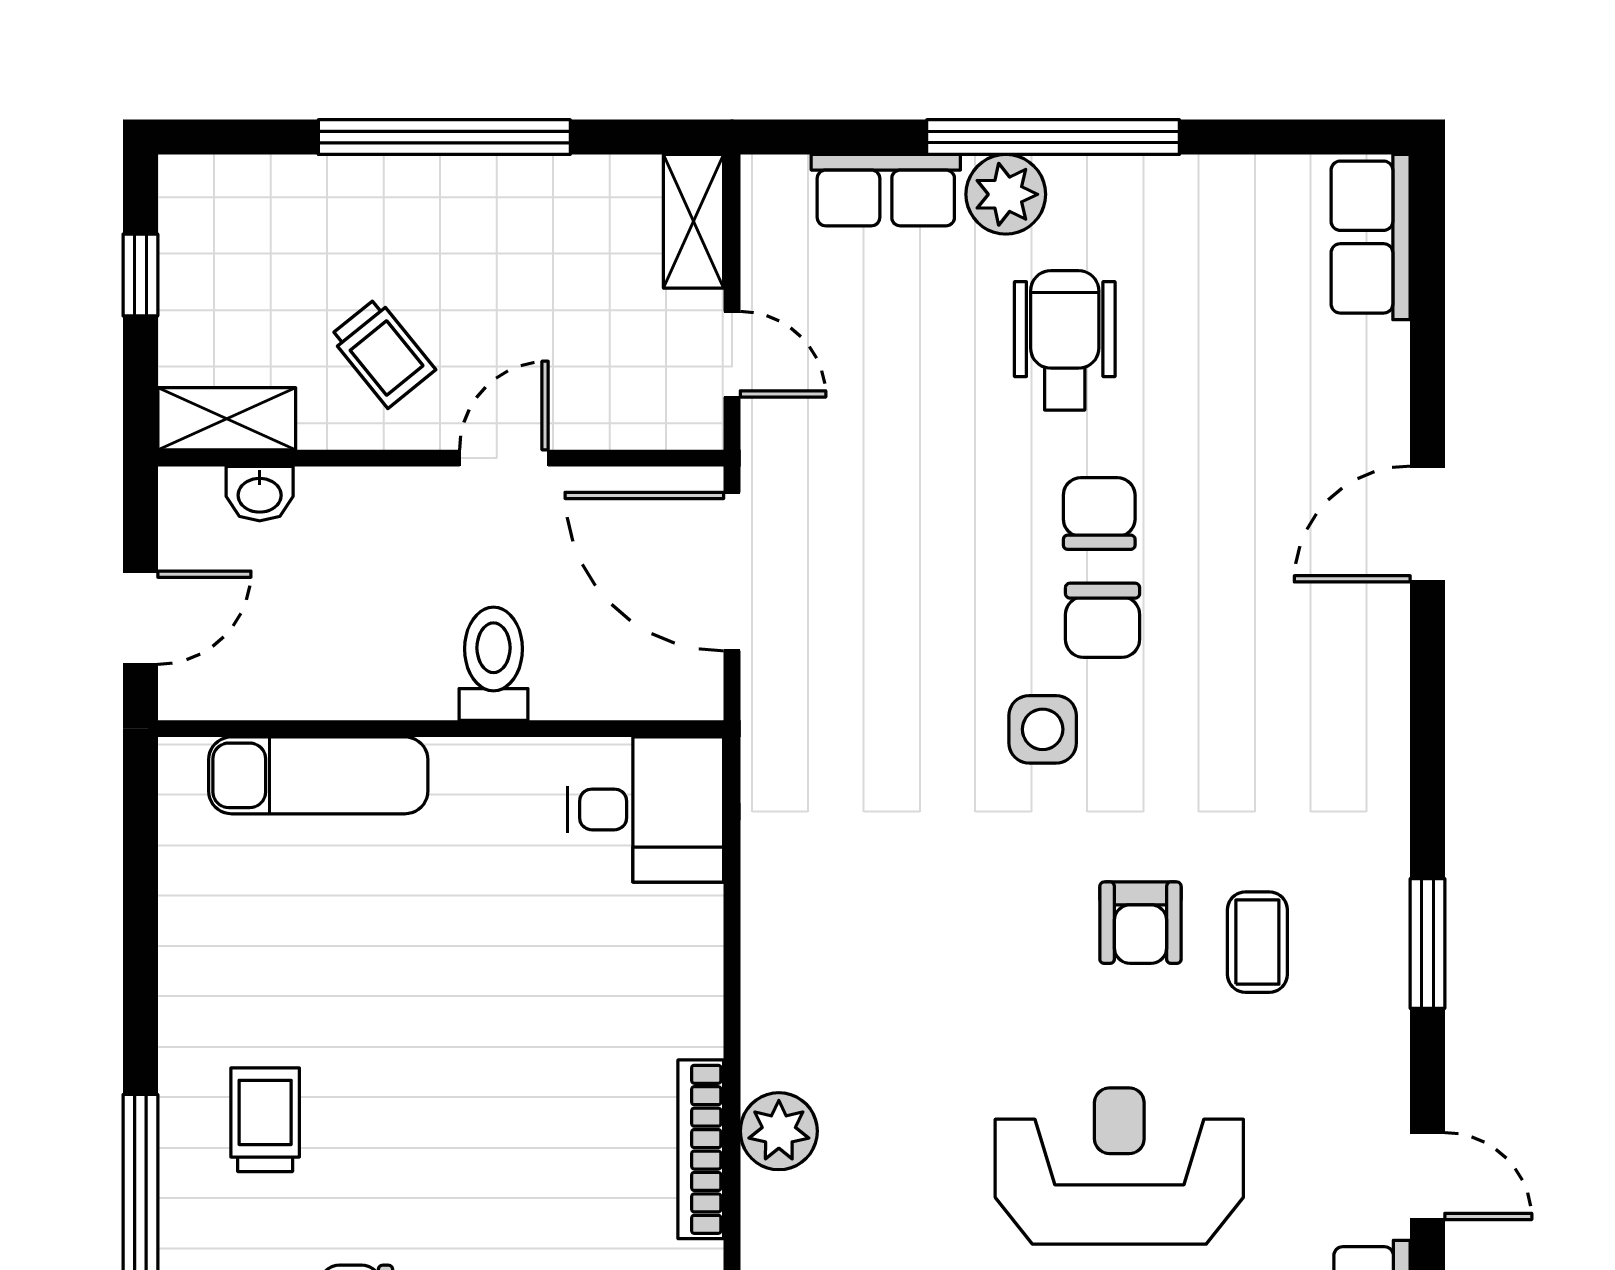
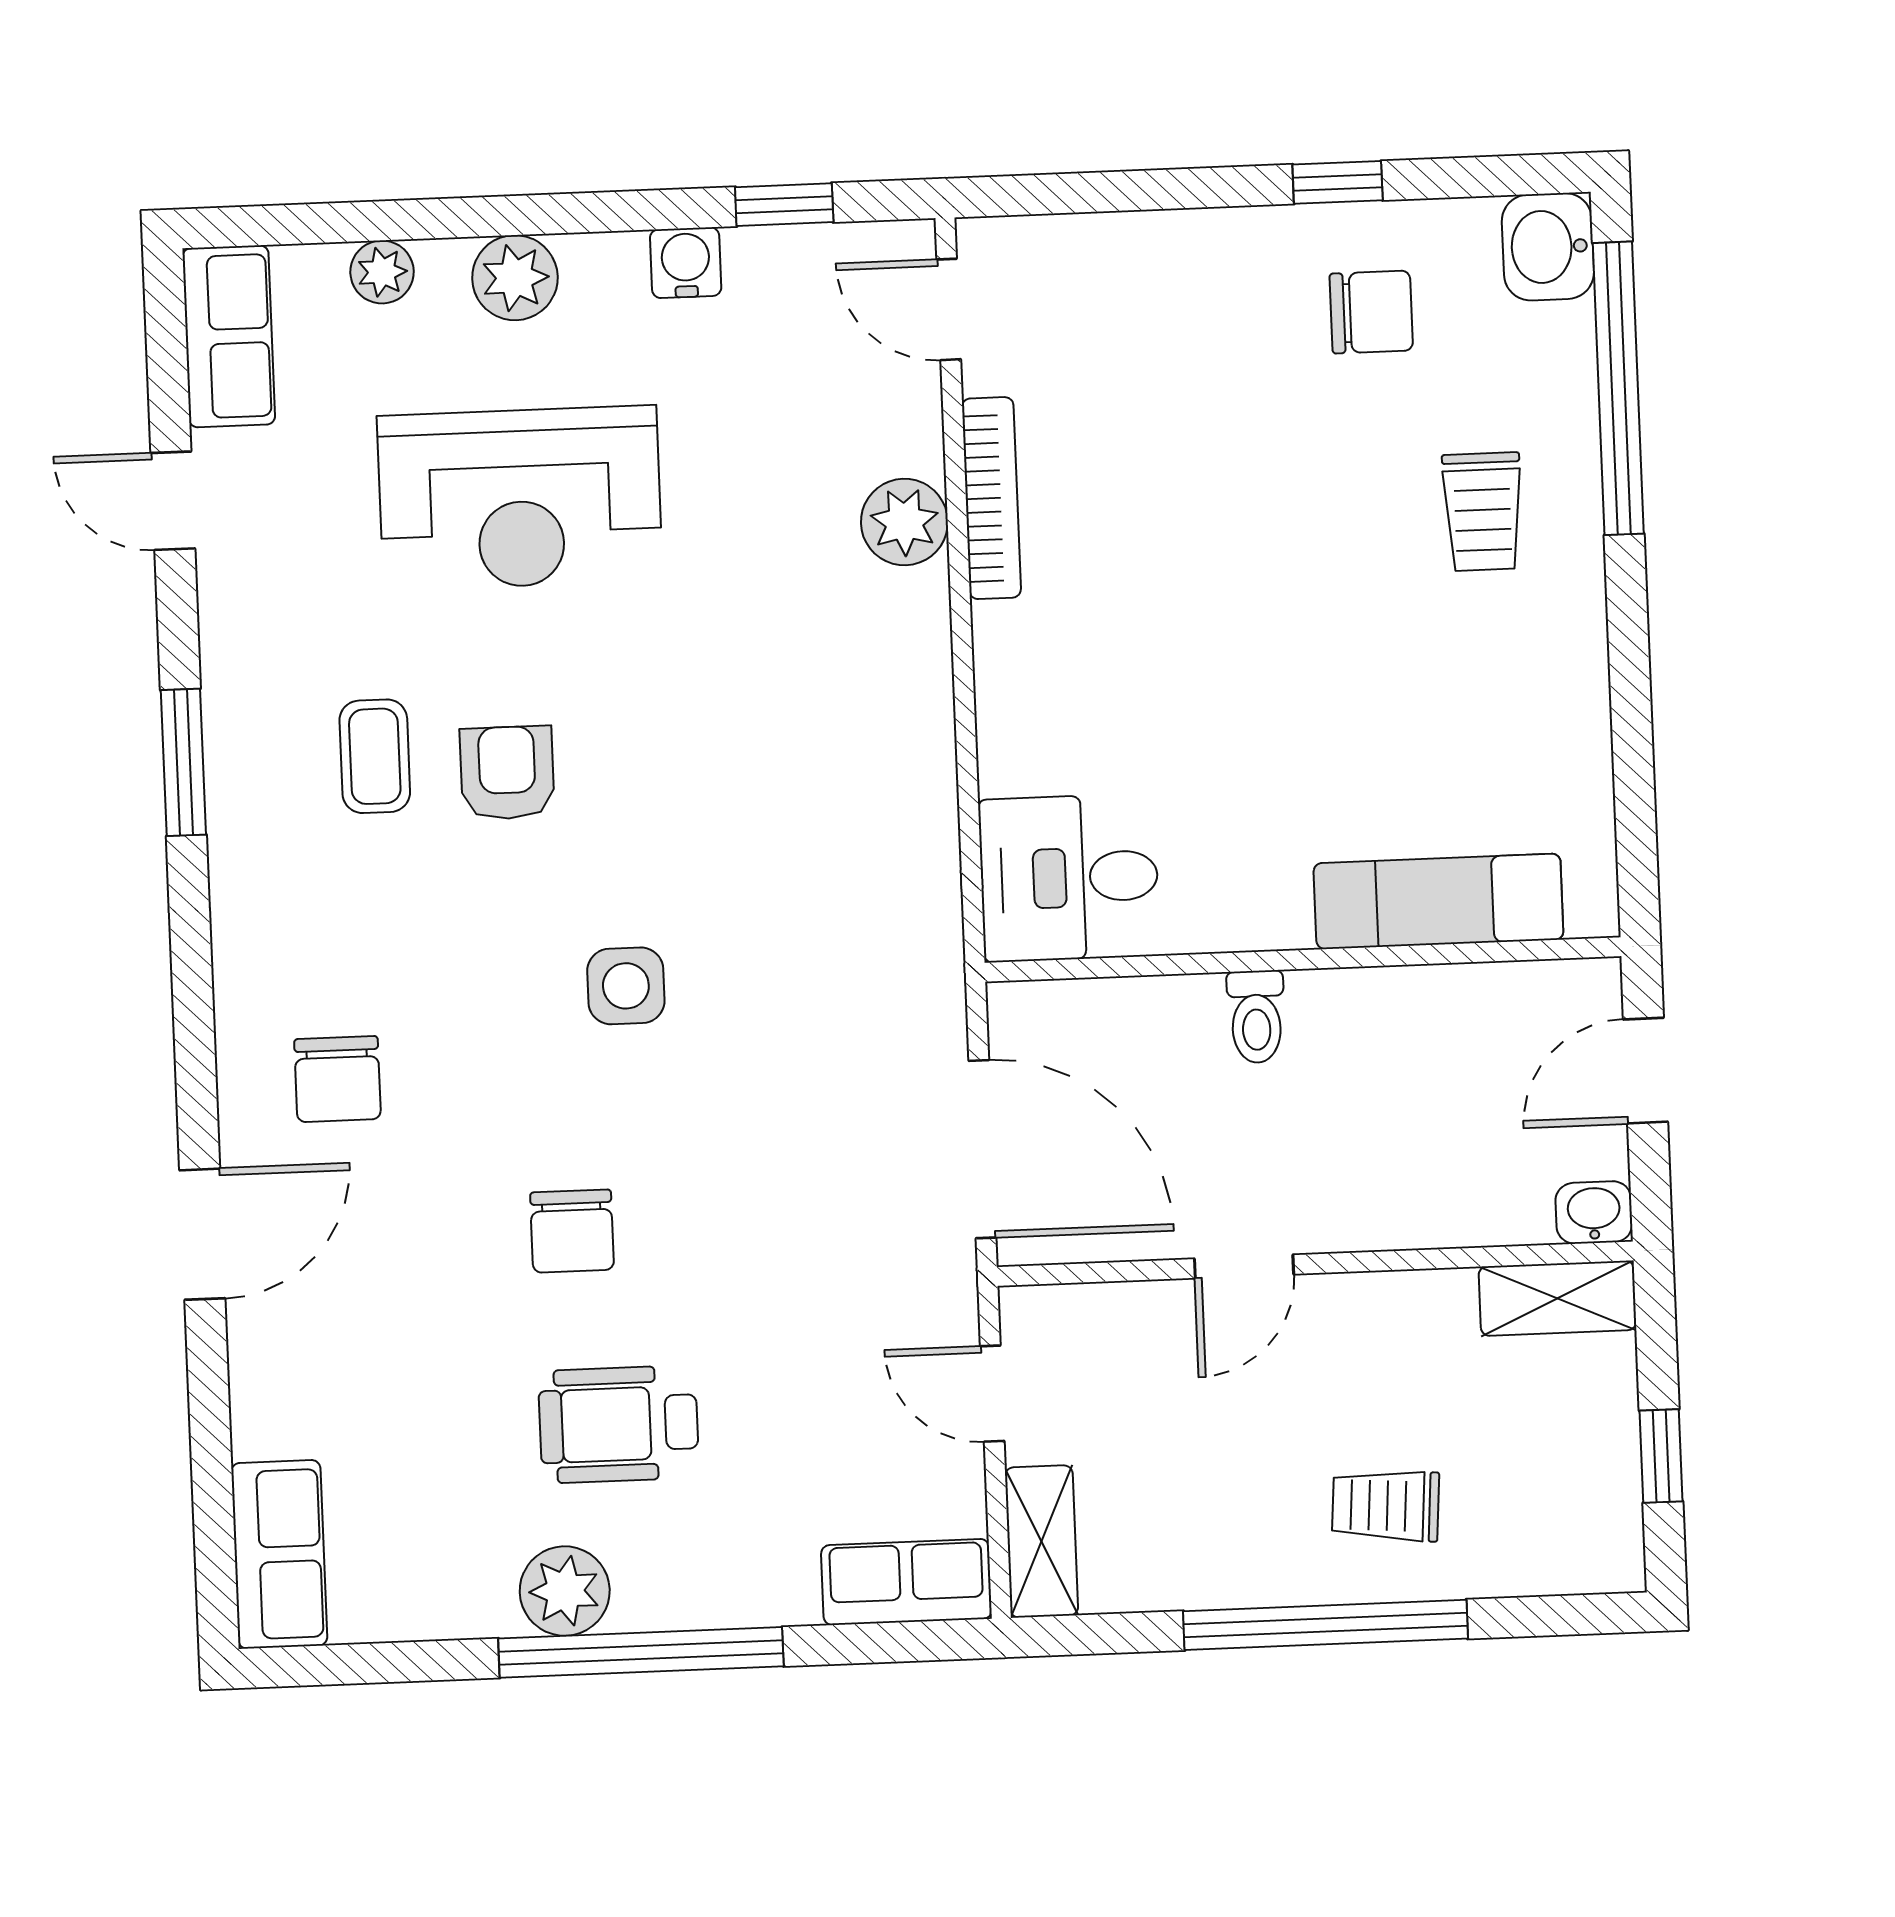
row of seats: (886, 190) -> (906, 1582), moved
plant: (1006, 194) -> (565, 1591), moved
wheelchair: (1065, 340) -> (619, 1424), turned 90
trolley: (382, 353) -> (1386, 1506), moved, turned -47
washbasin: (260, 494) -> (1594, 1212), moved
chair: (1103, 620) -> (337, 1079), moved, turned 180
toilet: (493, 664) -> (1256, 1017), width x0.73, depth x0.72

